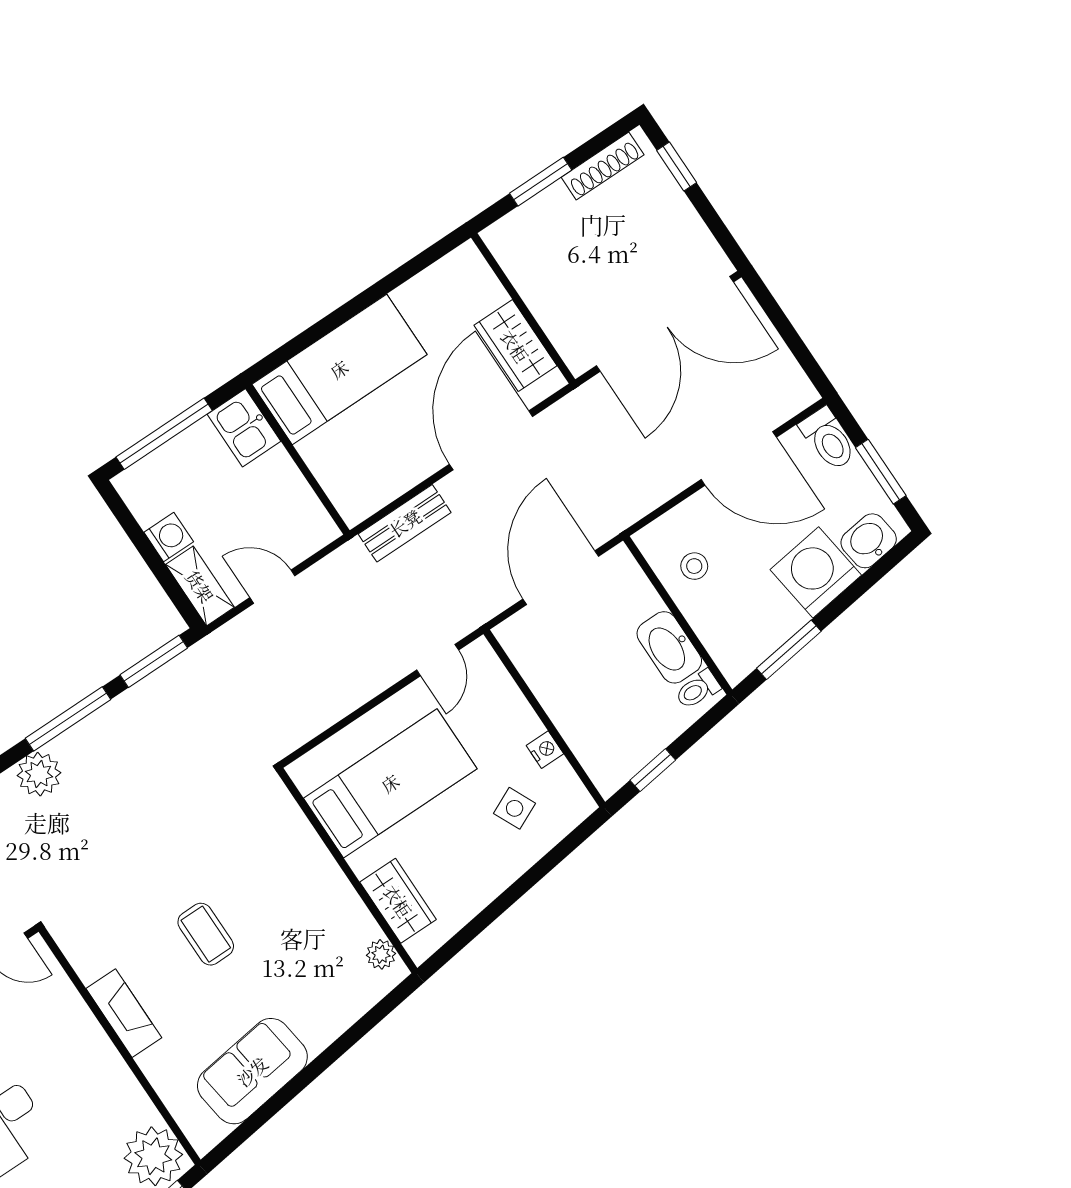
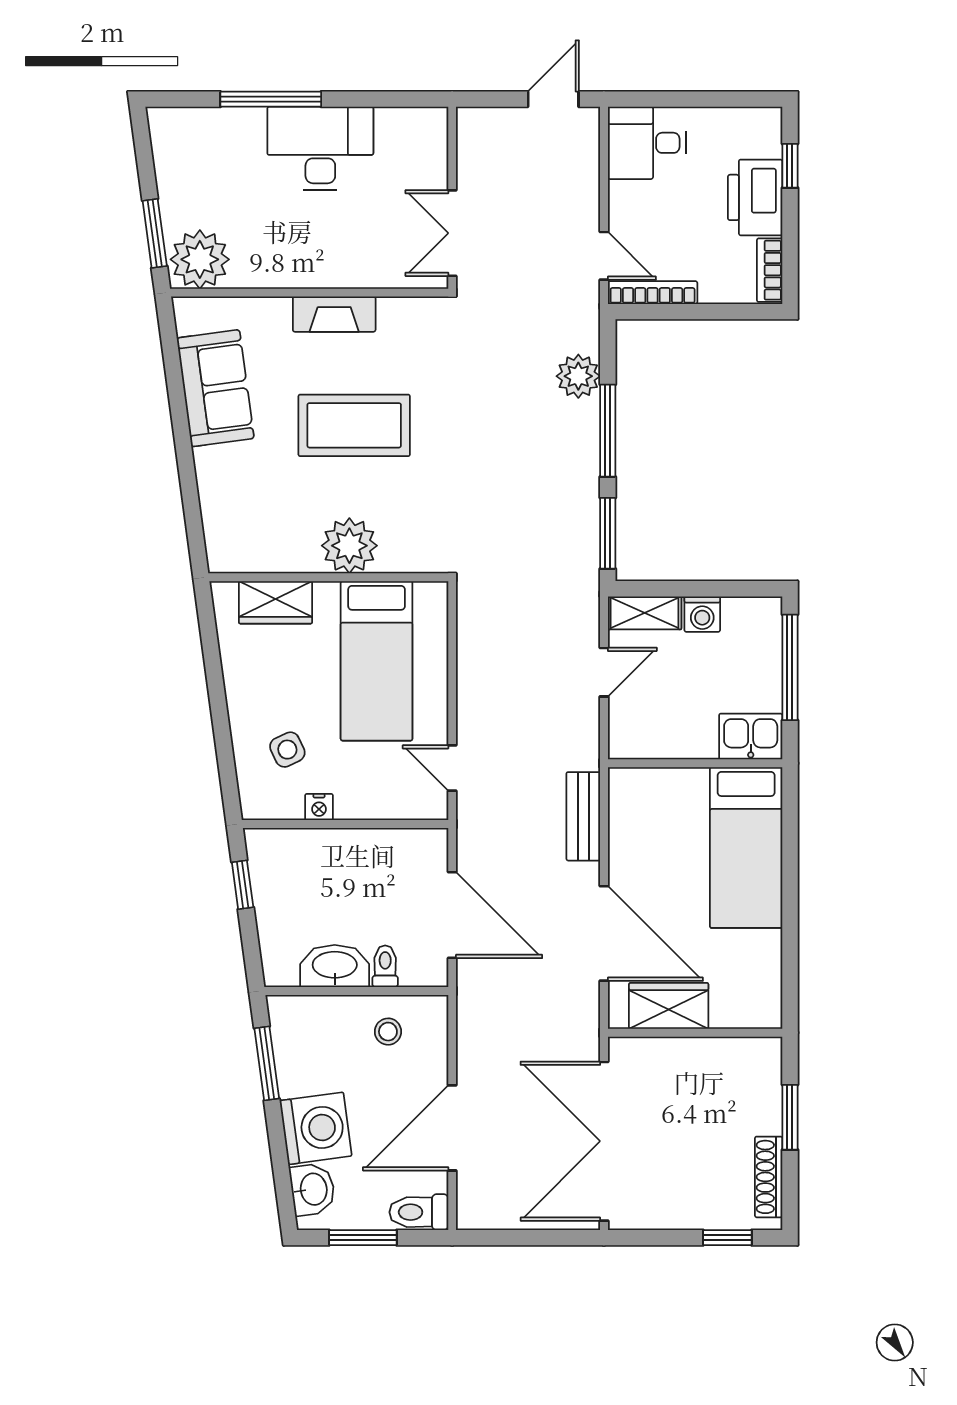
toilet: (698, 689) -> (385, 966), moved
coffee table: (206, 934) -> (354, 425), width x1.86, depth x1.72
plant: (381, 954) -> (349, 546), moved, width x1.88, depth x1.88

